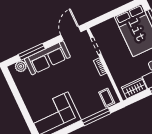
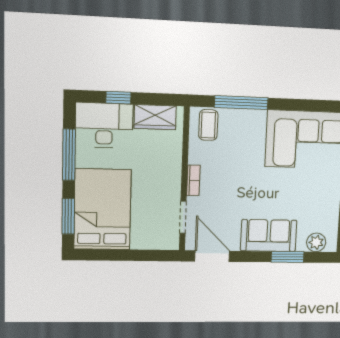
door: (71, 33) -> (212, 256), swing flipped
window: (32, 52) -> (288, 257), width x0.69
sofa: (47, 58) -> (269, 236), width x0.73

